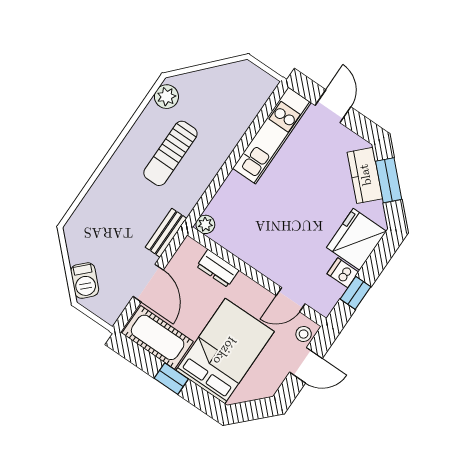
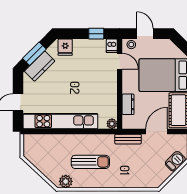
kitchen unit: (272, 135) -> (60, 121), width x1.36
fridge: (357, 239) -> (65, 47), width x0.53, depth x0.75
dishwasher: (343, 273) -> (112, 46), moved

